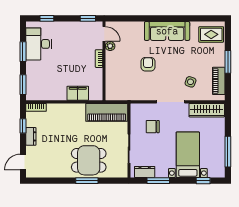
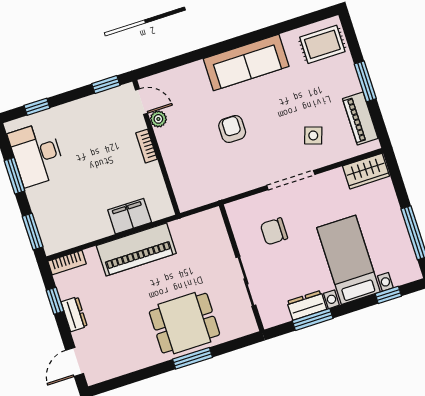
wardrobe: (207, 110) -> (366, 171), width x0.67
piano: (107, 112) -> (136, 249), moved
dresser: (145, 172) -> (307, 305), moved

